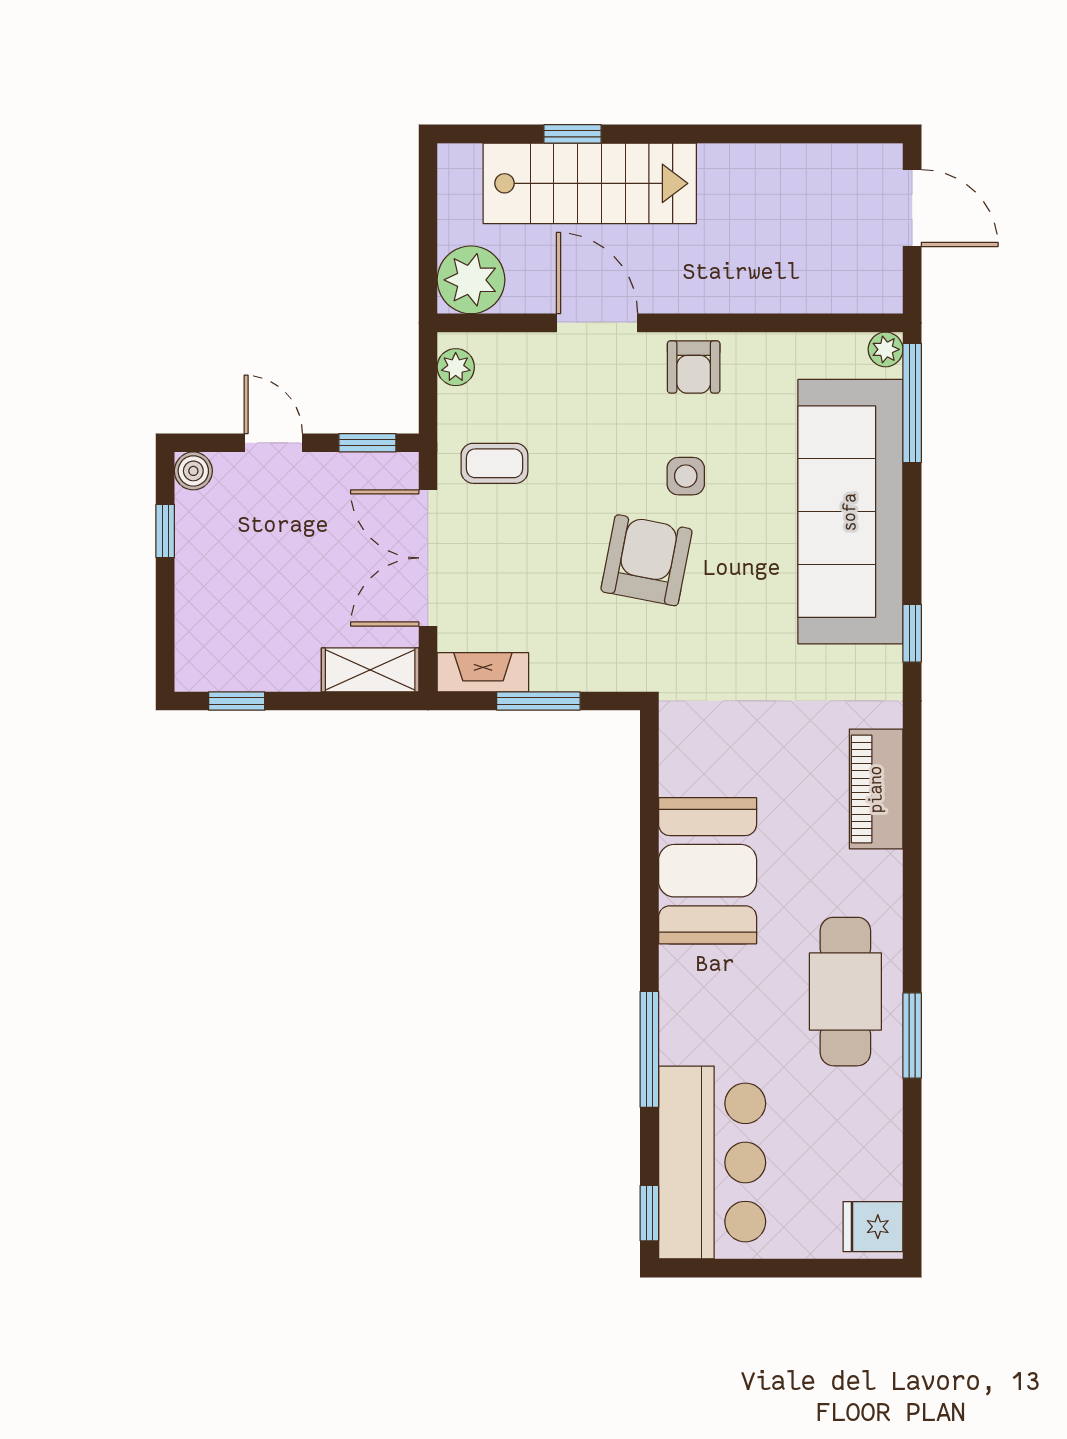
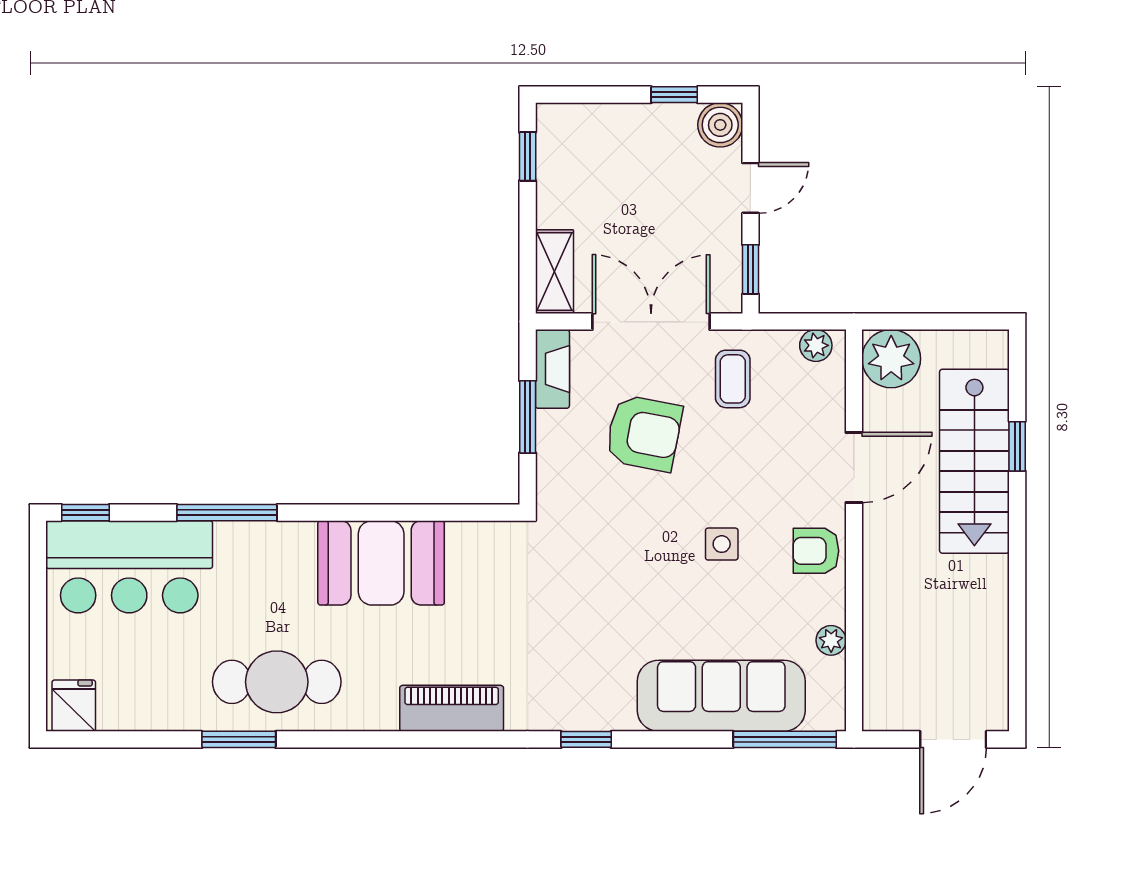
plant: (886, 349) -> (831, 640), moved
boiler: (193, 471) -> (720, 125), width x1.36, depth x1.36
sofa: (850, 512) -> (721, 696), width x0.74, depth x0.79
armchair: (647, 560) -> (644, 433), moved

